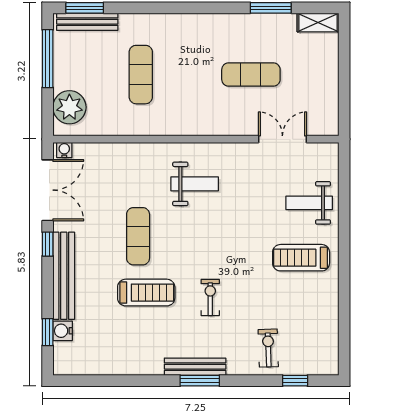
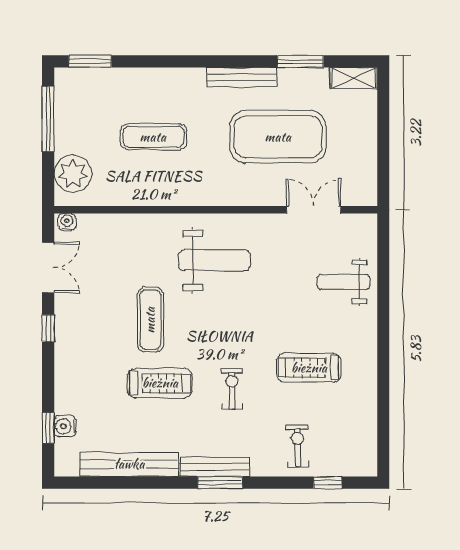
bench: (87, 22) -> (242, 77), moved
exercise mat: (141, 75) -> (153, 137), turned 90
exercise mat: (251, 75) -> (278, 137), width x2.00, depth x1.45
weight bench: (195, 184) -> (214, 260), width x1.36, depth x1.33
double door: (48, 190) -> (48, 268), width x0.73
treadmill: (301, 258) -> (309, 368), moved
bench: (64, 276) -> (129, 464), moved, turned 90

